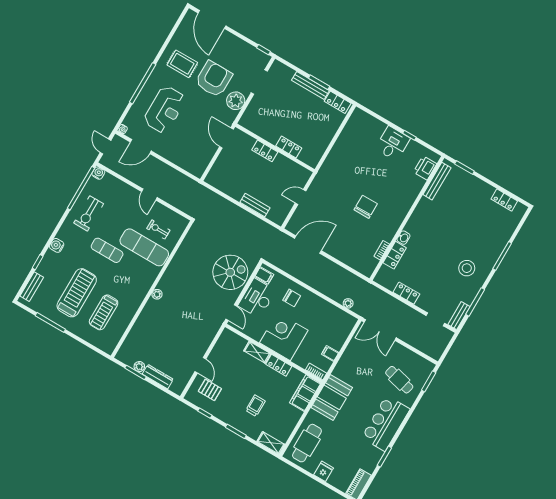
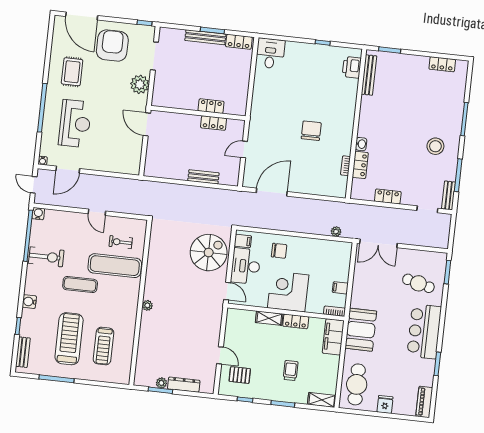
rug: (182, 64) -> (72, 72), turned 90
armchair: (214, 79) -> (112, 45), moved
desk: (393, 144) -> (270, 53), moved
locker: (265, 151) -> (214, 123), moved
exercise bike: (89, 213) -> (46, 257), turned -90

